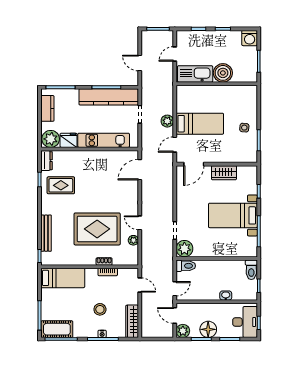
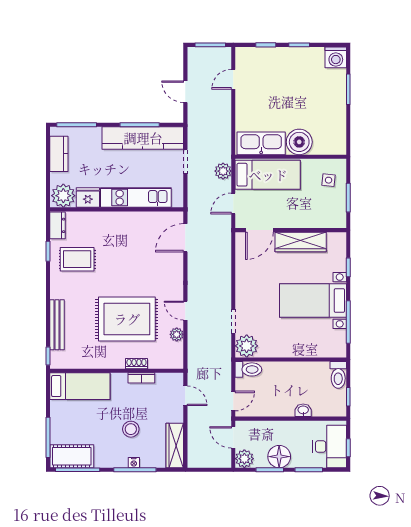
boiler: (223, 73) -> (299, 142), moved
kitchen sink: (195, 74) -> (261, 143), moved
wall: (217, 84) -> (291, 157), moved
wardrobe: (224, 173) -> (301, 242), width x1.50

